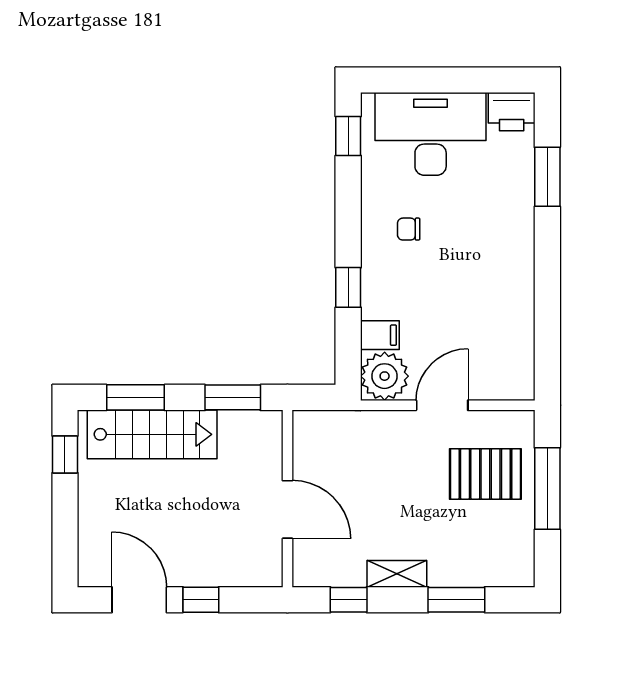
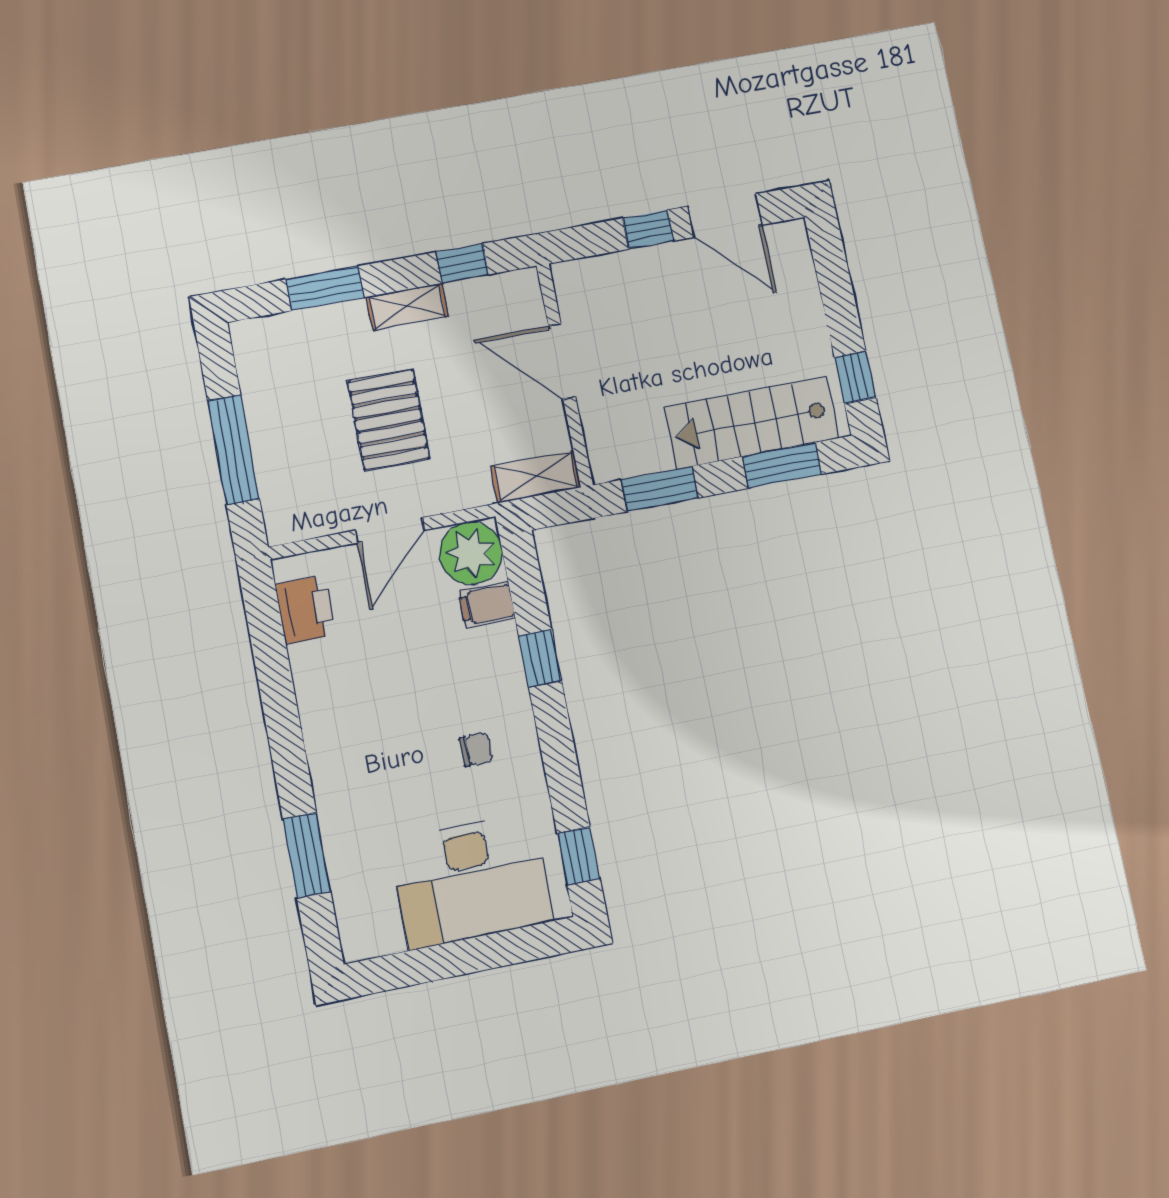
printer: (512, 112) -> (305, 609), moved, turned 90
shelving: (325, 425) -> (536, 477), added
pallet: (485, 474) -> (389, 420), moved, turned 90

